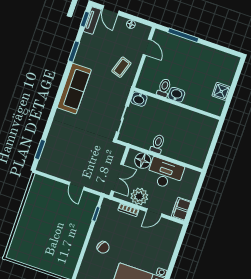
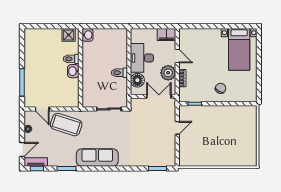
door: (147, 47) -> (42, 109), swing flipped
coffee table: (121, 67) -> (66, 125), width x1.86, depth x1.72
toilet: (164, 88) -> (71, 59), moved
shower: (221, 91) -> (69, 35), moved
washbasin: (139, 99) -> (88, 35), moved

